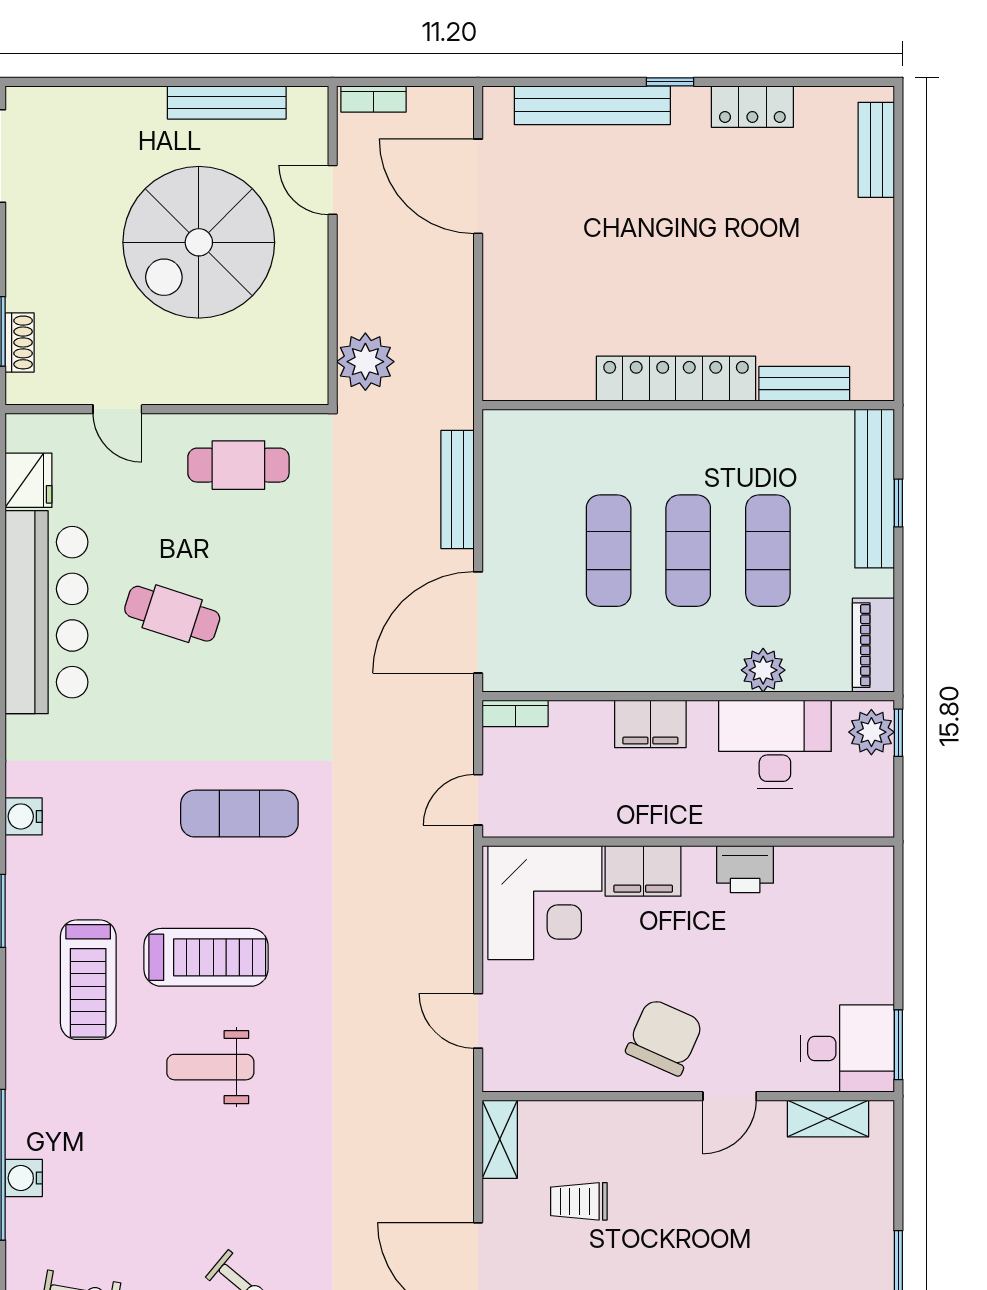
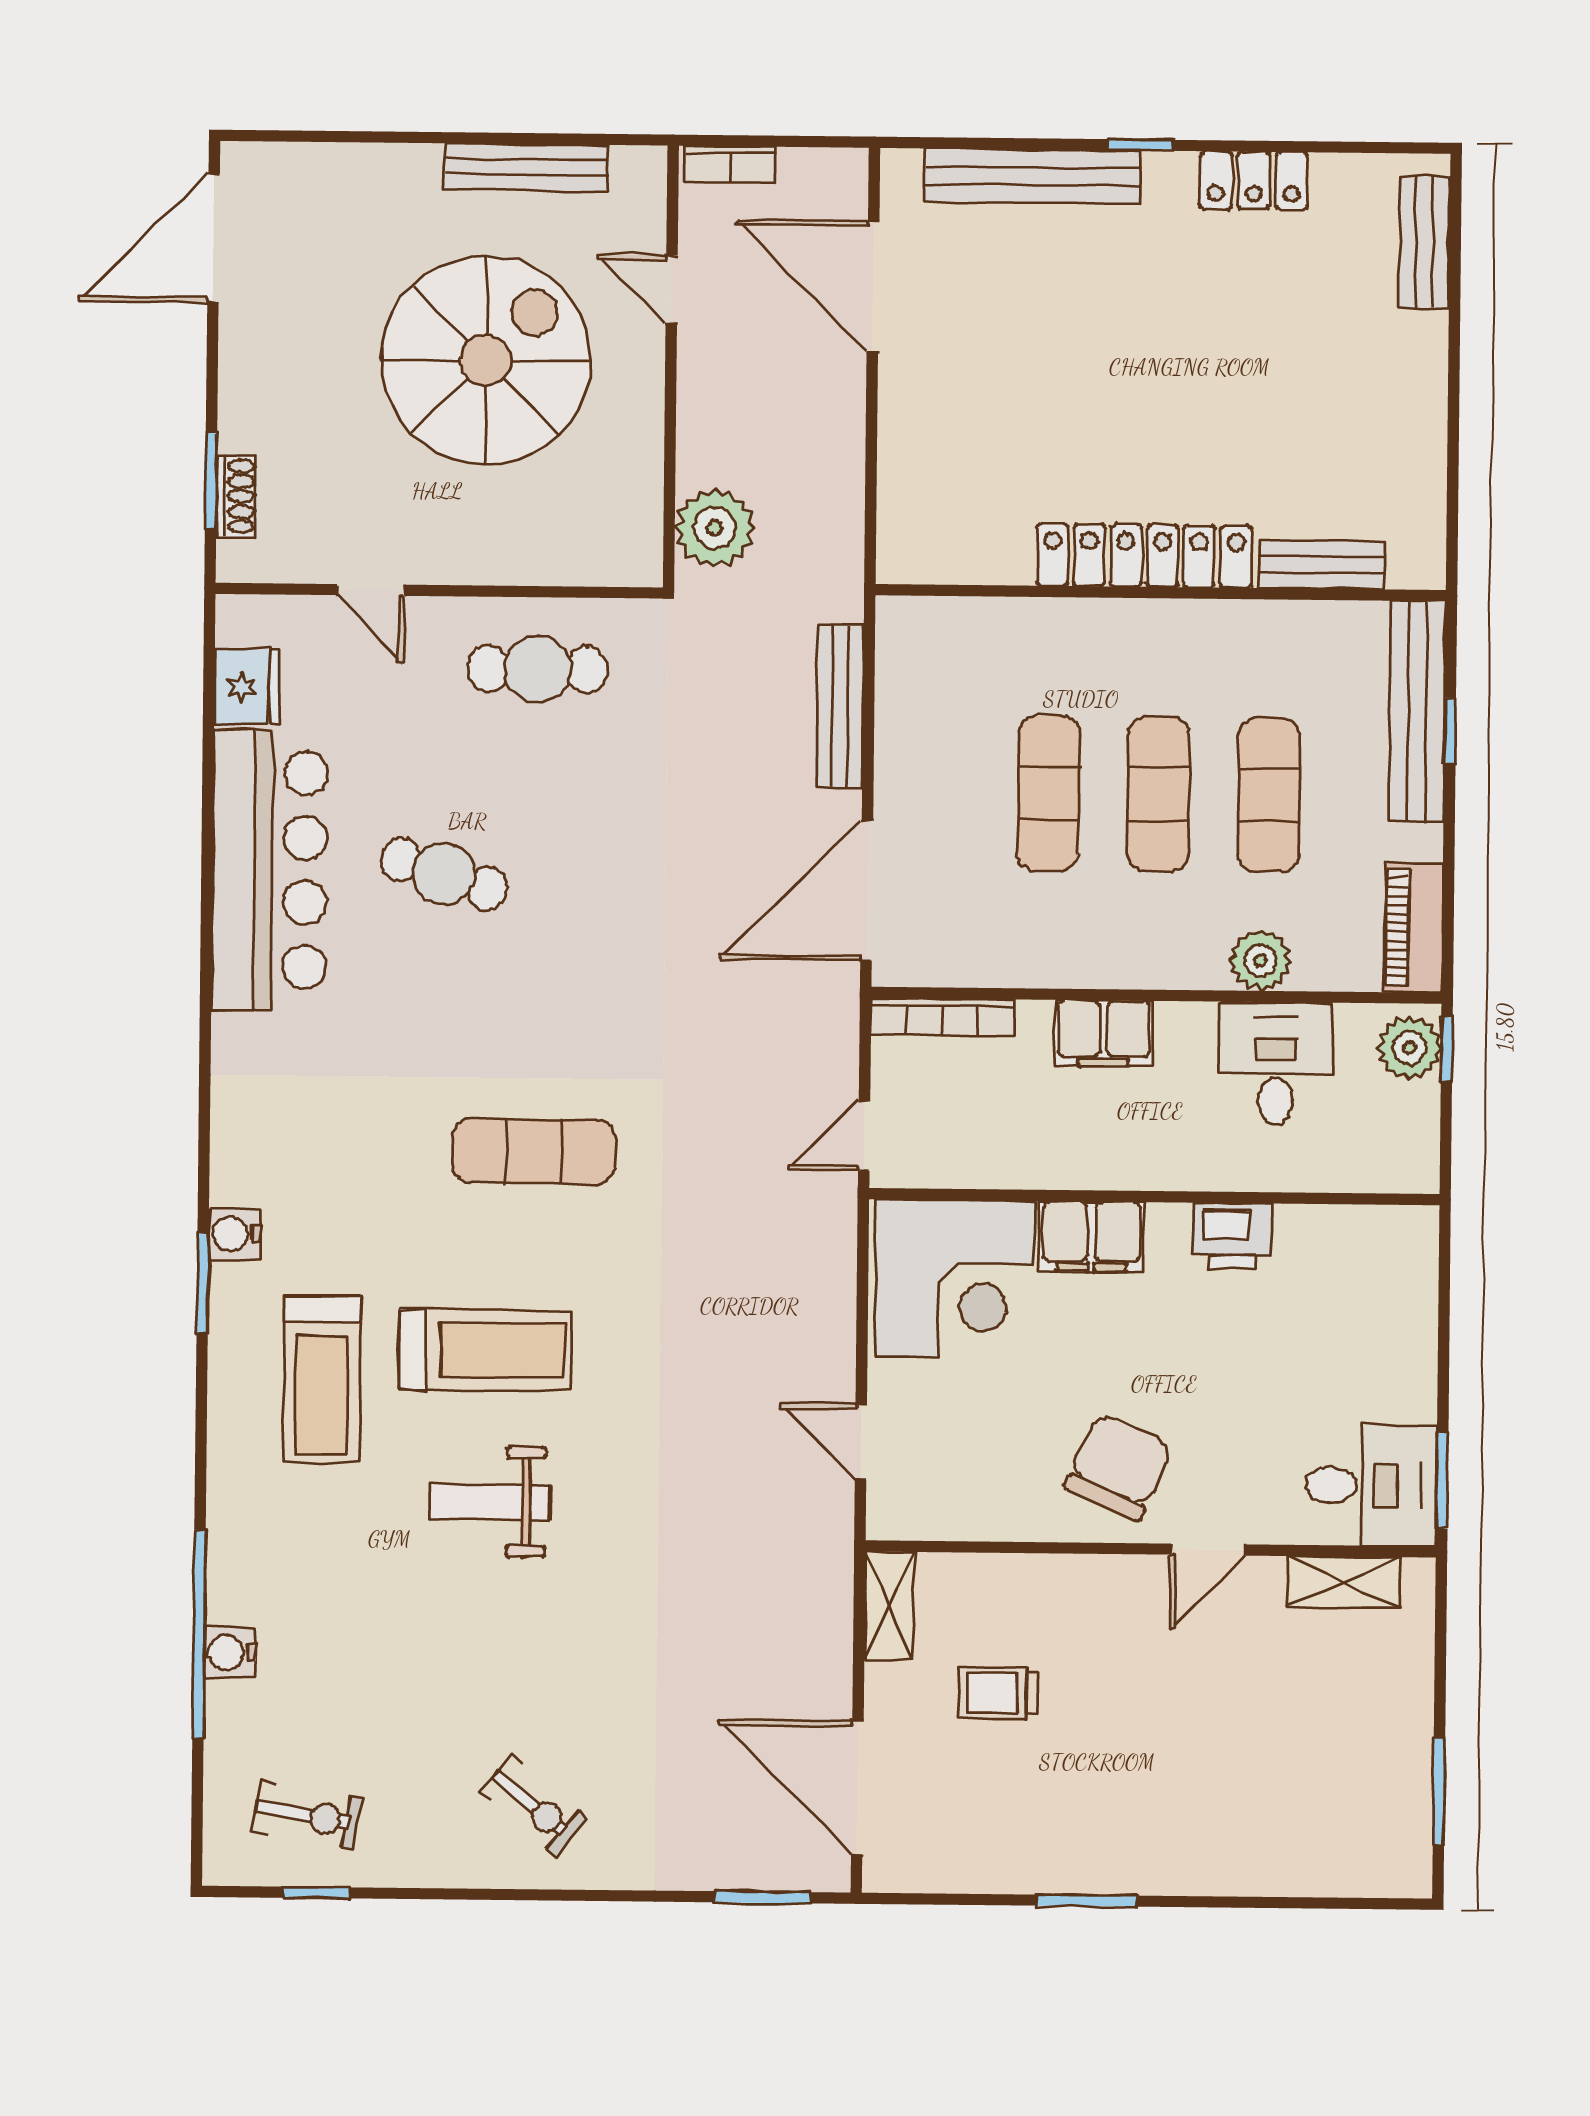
spiral stairs: (199, 242) -> (486, 360), turned 180
bookcase: (515, 713) -> (942, 1017), width x1.56
desk: (775, 744) -> (1276, 1063), width x0.73
water cooler: (24, 816) -> (234, 1234), moved

